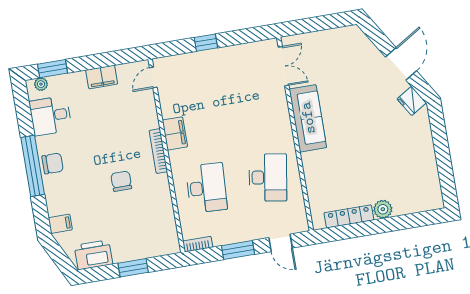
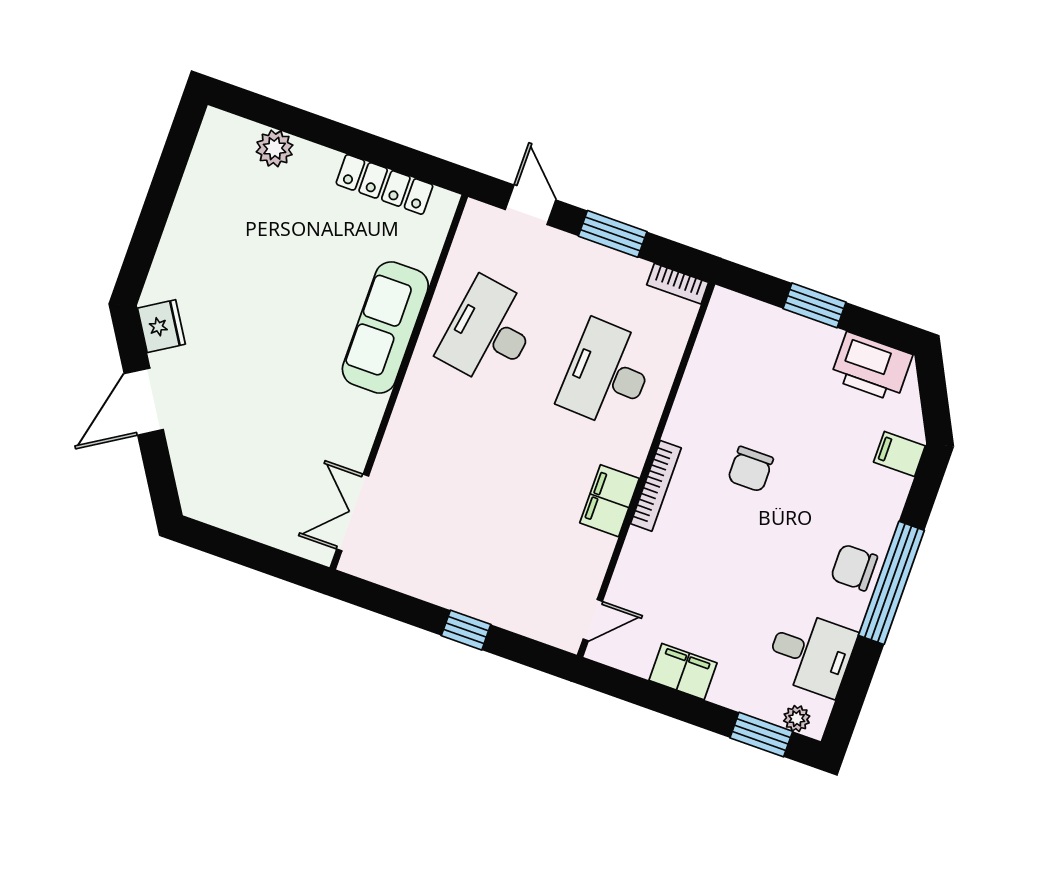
sofa: (308, 118) -> (385, 327), moved
plant: (383, 209) -> (275, 148), moved

